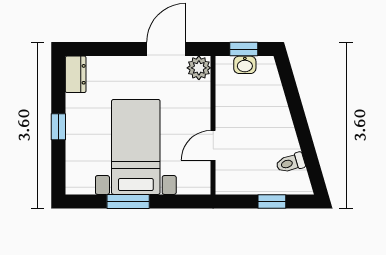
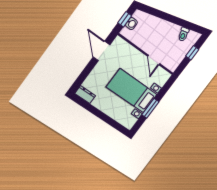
plant: (199, 68) -> (119, 43), removed
window: (58, 127) -> (101, 115), removed

